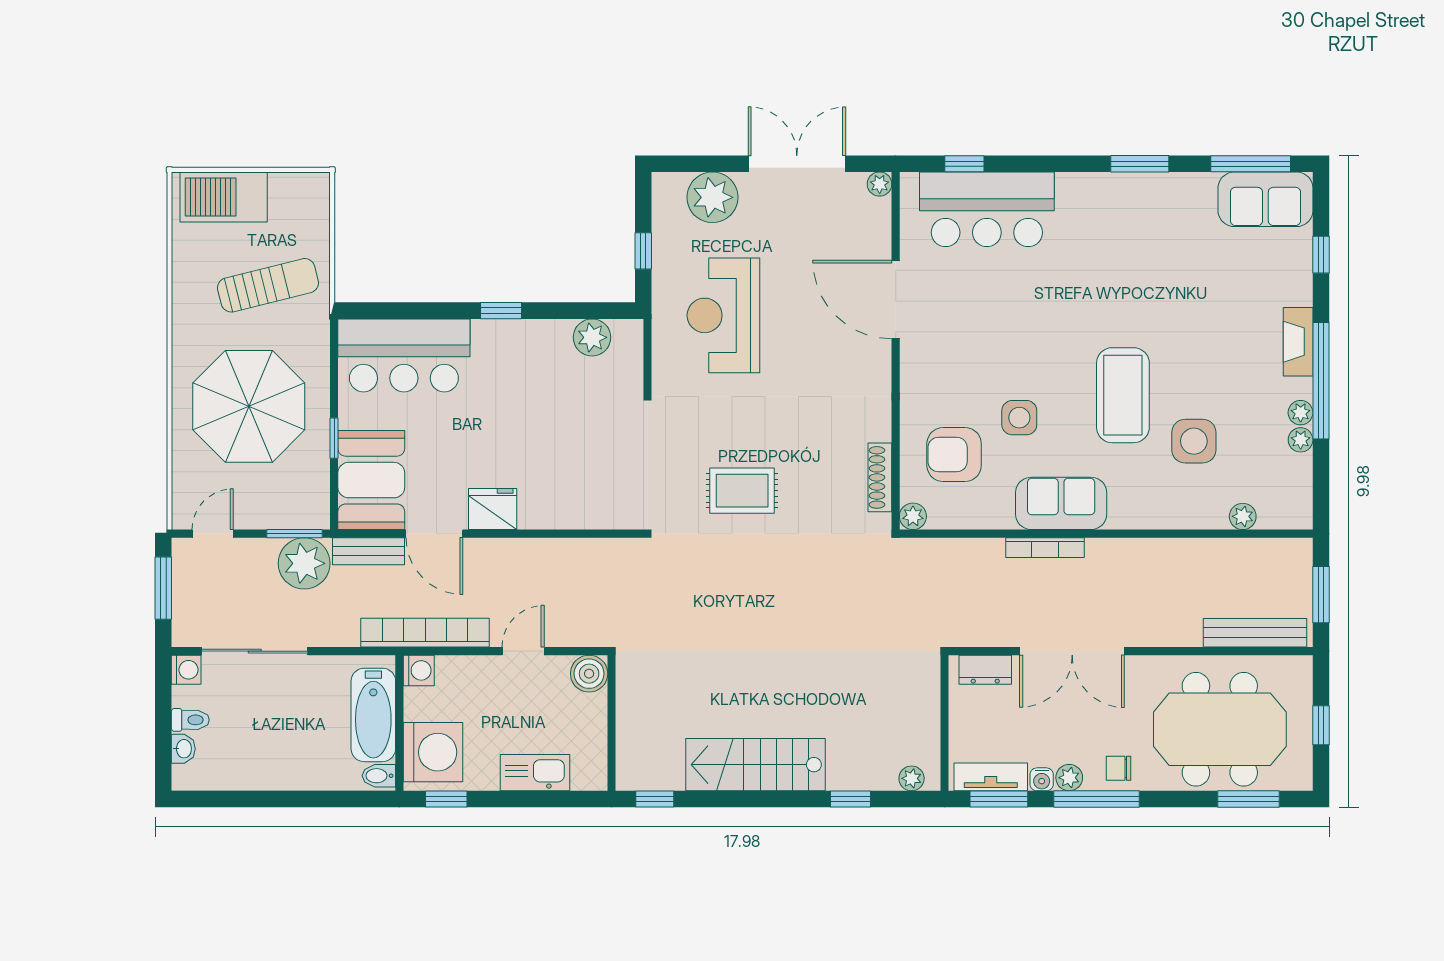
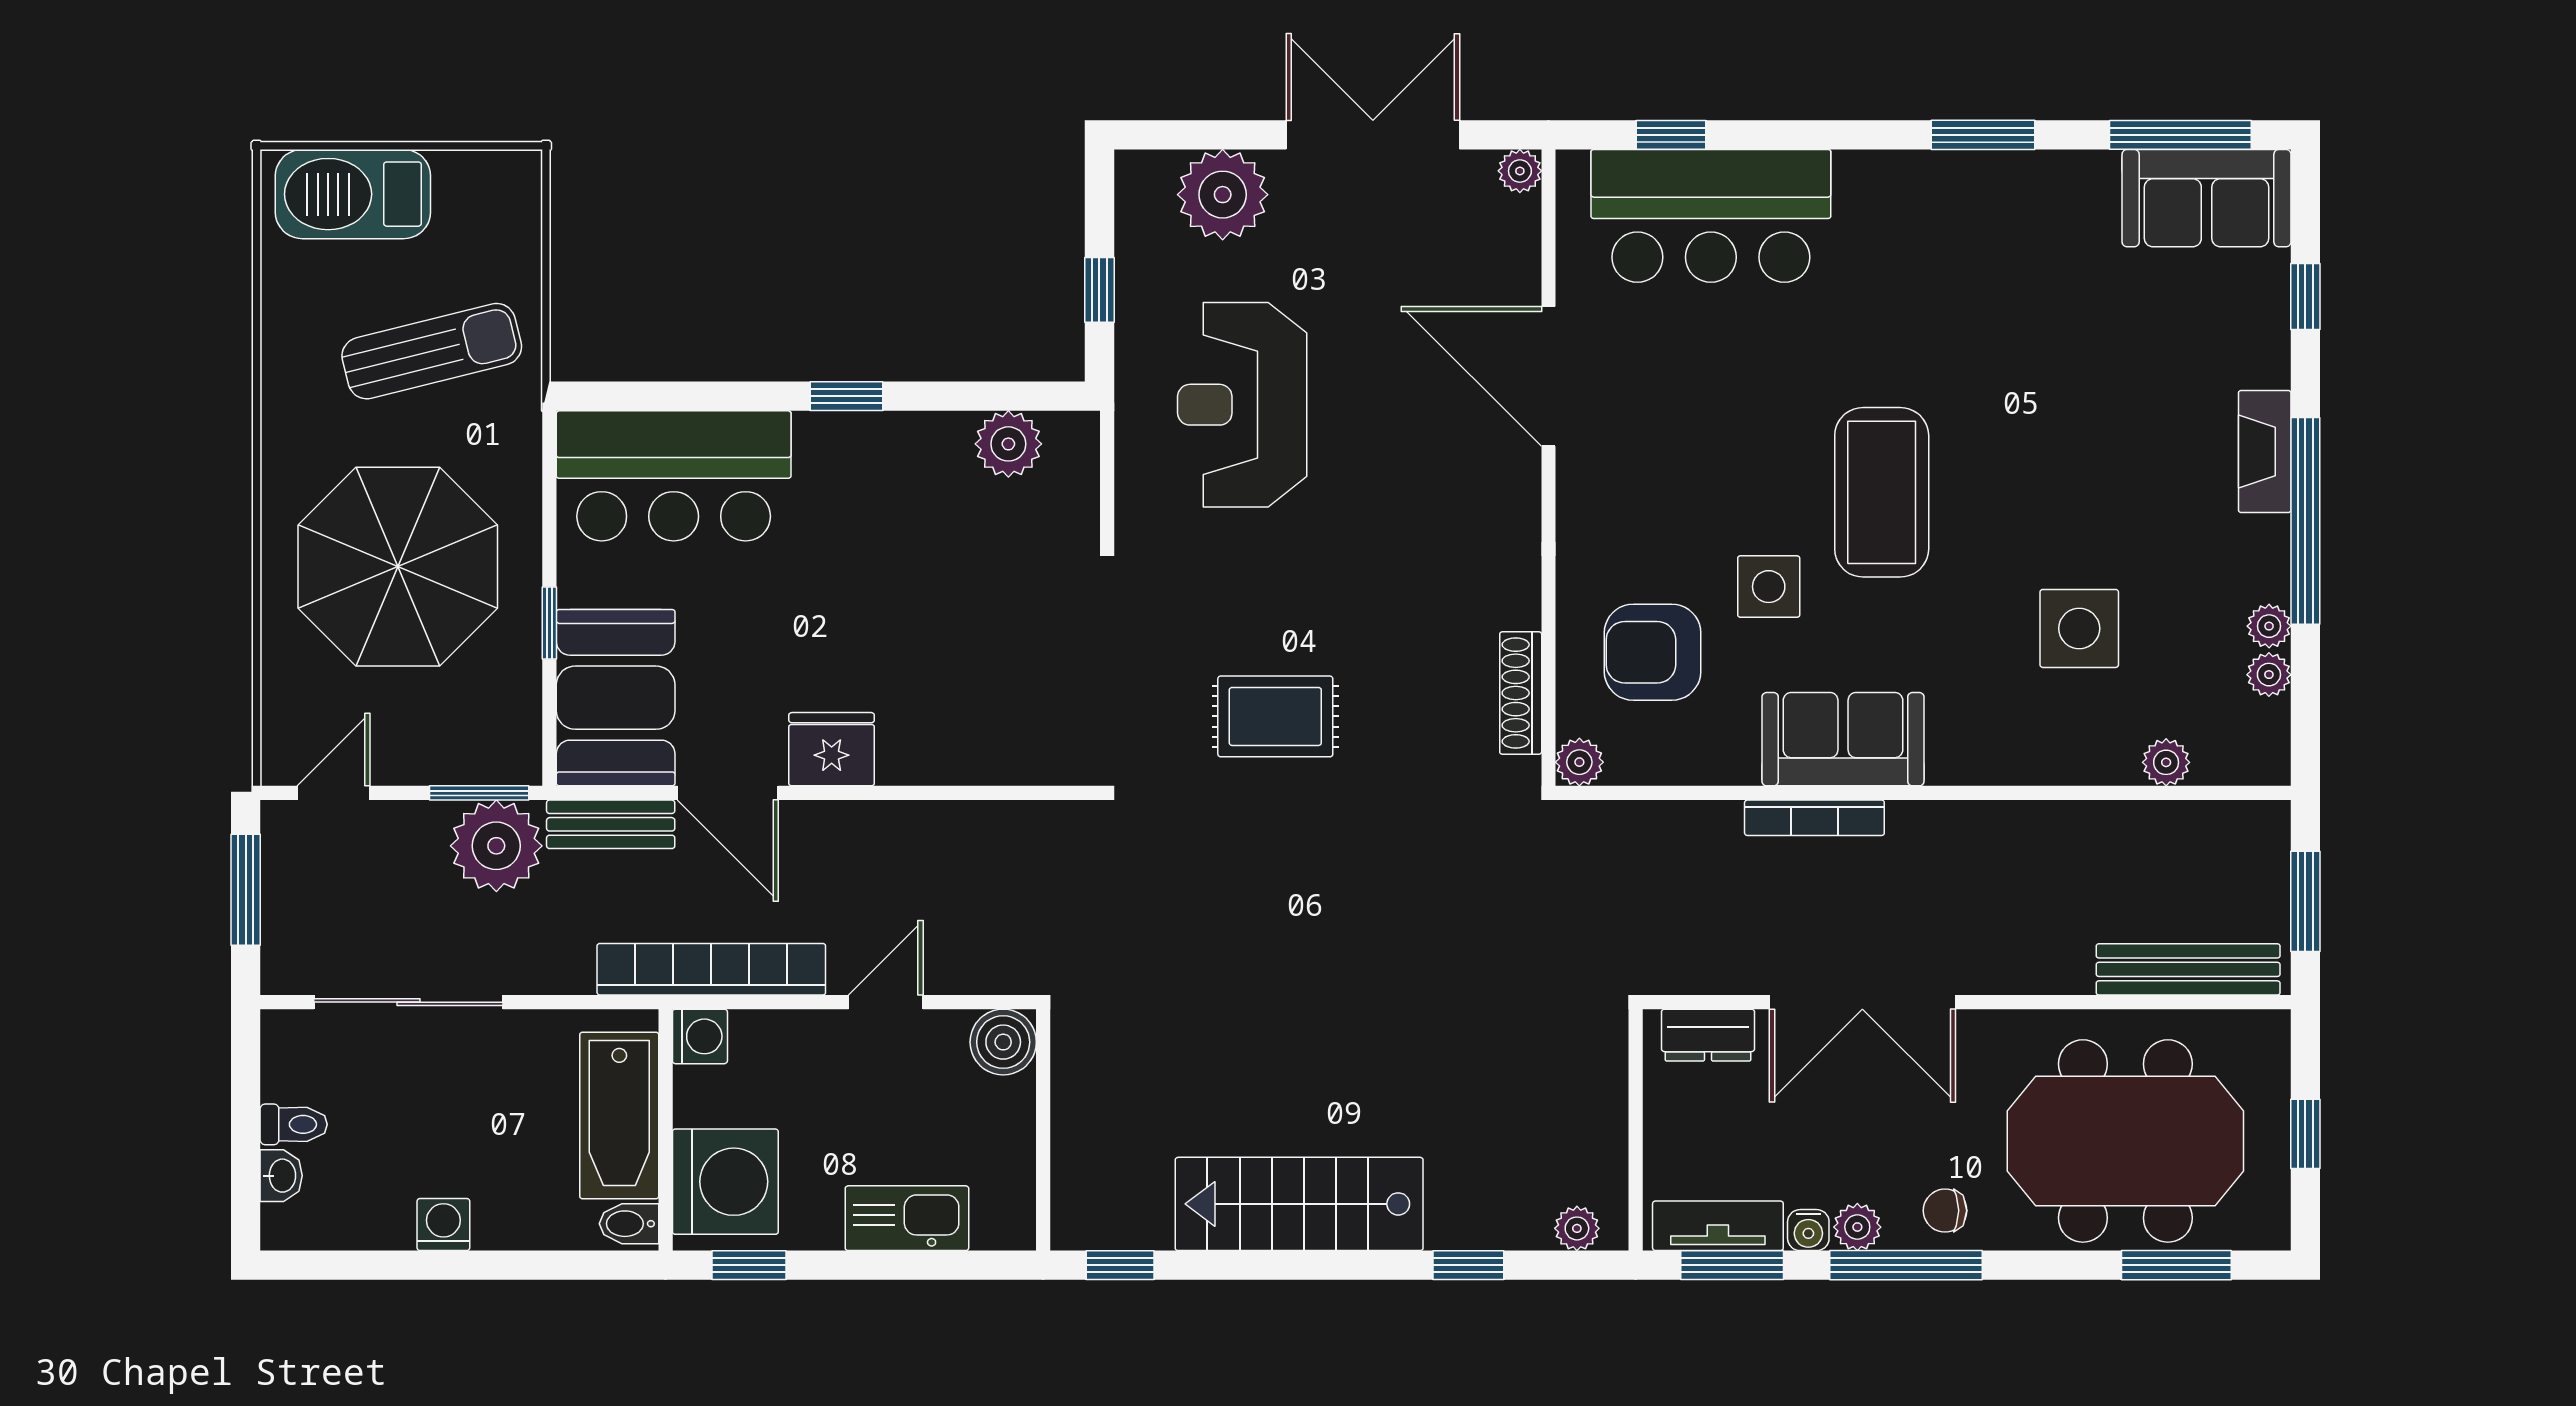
coffee table: (1123, 395) -> (1882, 492), moved
plant: (1301, 413) -> (2269, 675), moved
washing machine: (186, 670) -> (443, 1225), moved, turned -90

